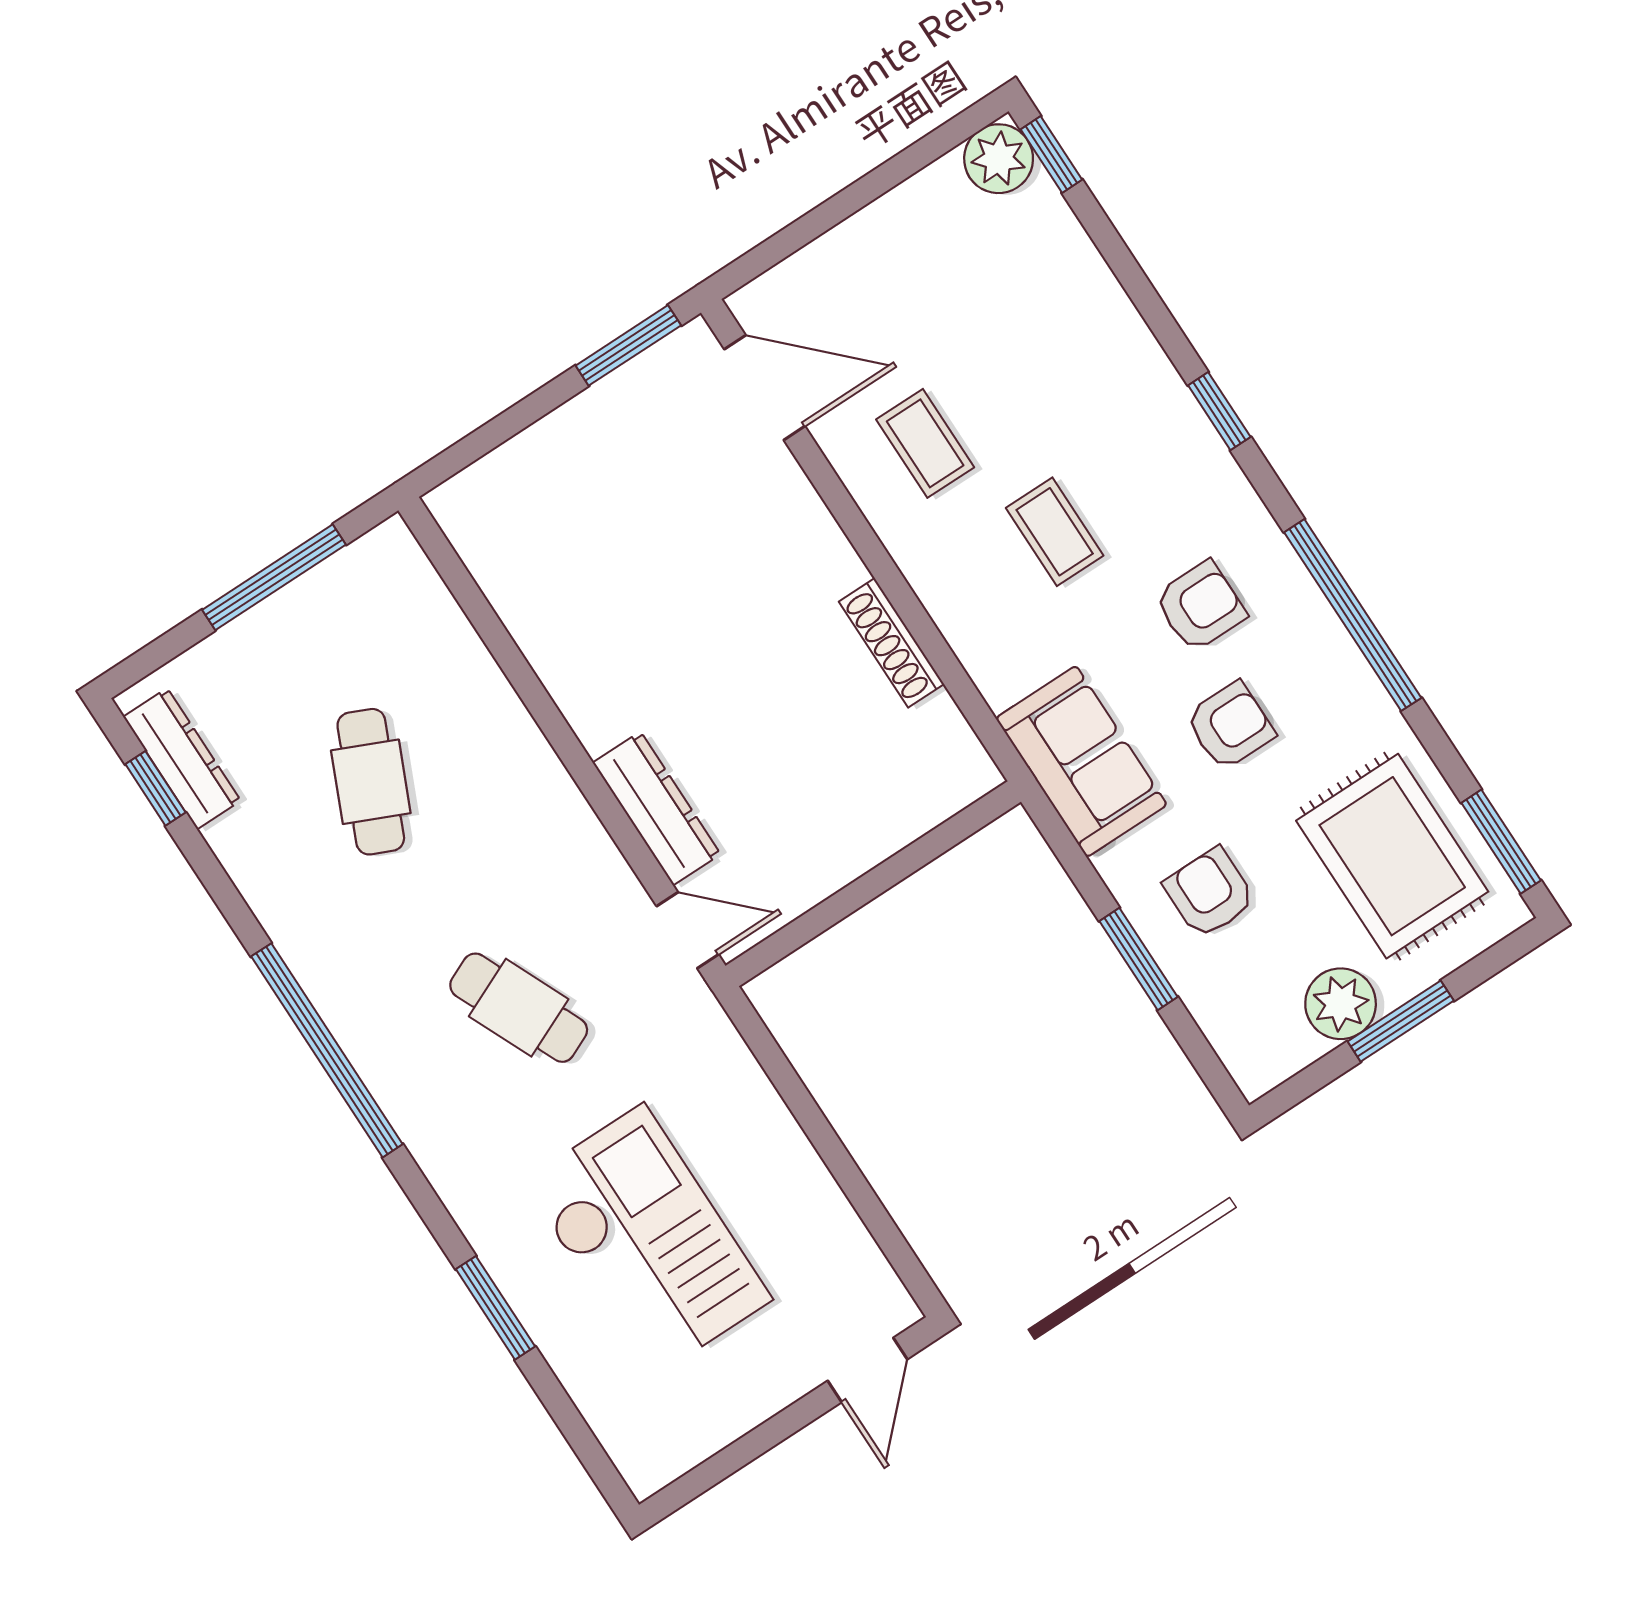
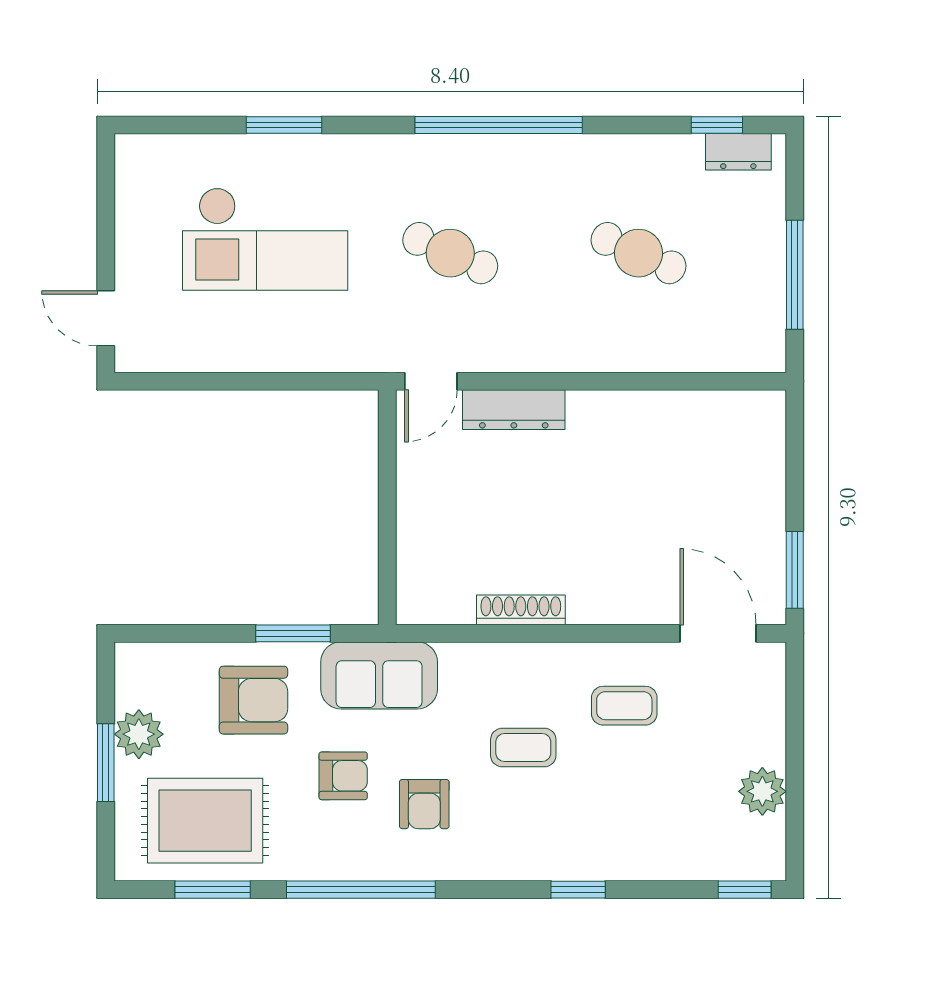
plant: (999, 159) -> (762, 791), moved
door: (765, 388) -> (718, 633), swing flipped
window: (1219, 411) -> (578, 890), moved
armchair: (1230, 726) -> (343, 776), turned -90
dresser: (182, 759) -> (738, 152), width x0.70
window: (1501, 842) -> (213, 890), moved
armchair: (1210, 893) -> (253, 700), width x1.38, depth x1.38
window: (1139, 959) -> (293, 633), moved
cafe table: (519, 1008) -> (450, 253), turned 48

